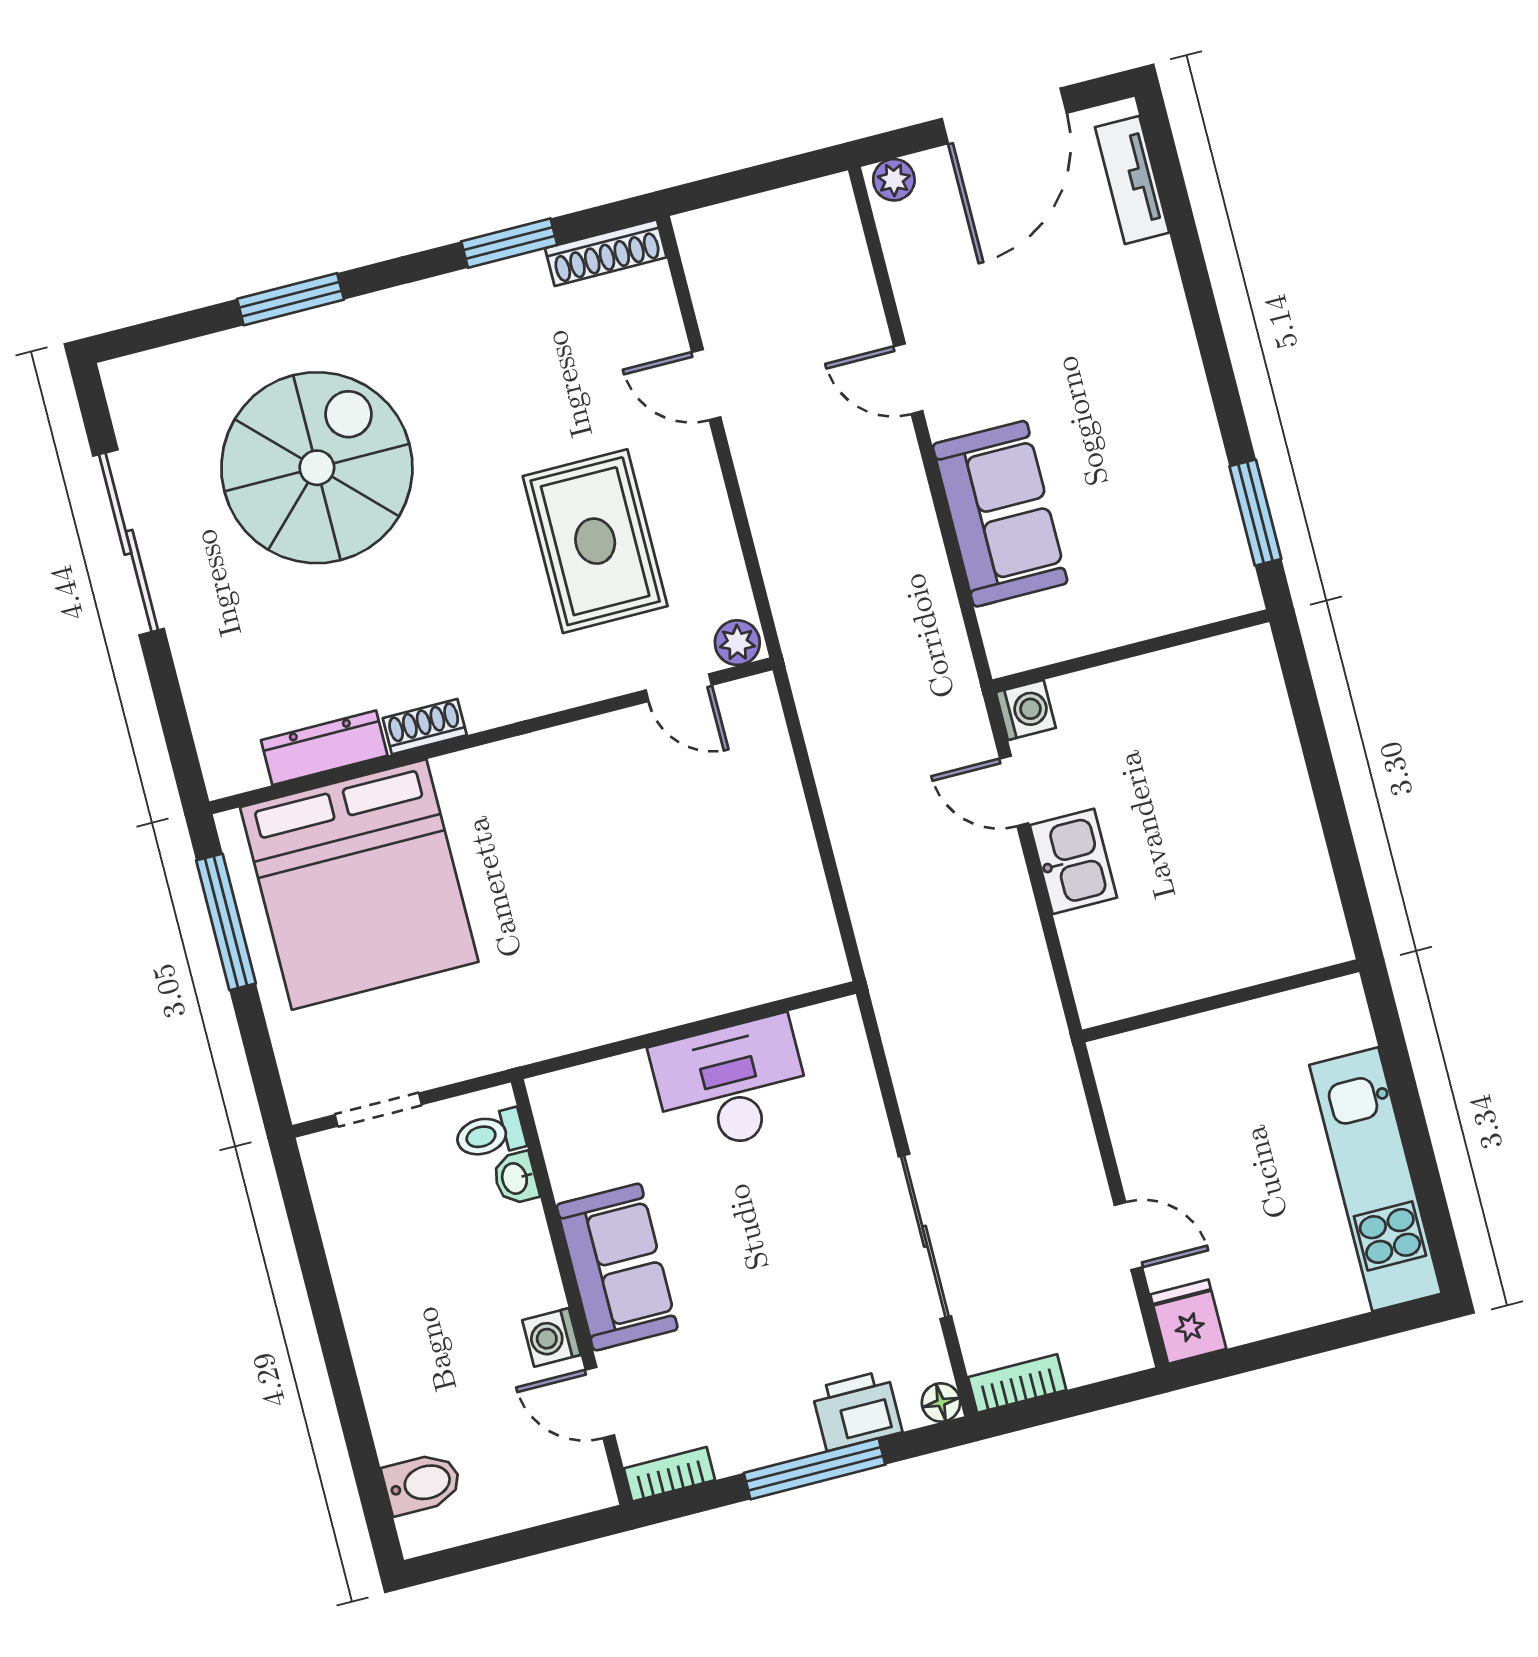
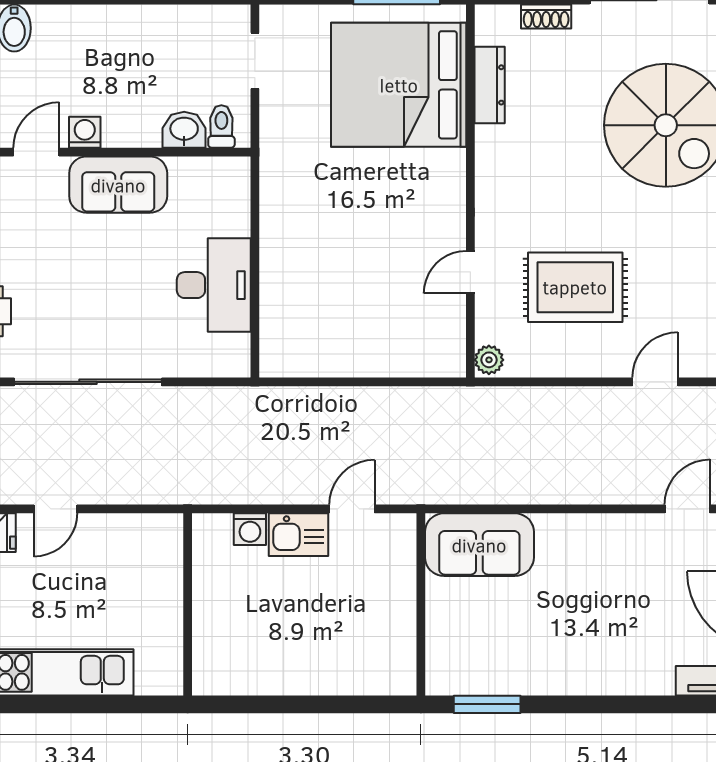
door: (908, 379) -> (687, 509), moved
sofa: (1000, 514) -> (479, 545), moved
door: (679, 688) -> (470, 272), moved
washing machine: (1026, 710) -> (250, 529), moved
shoe rack: (425, 727) -> (546, 17), moved, turned 90
washbasin: (516, 1178) -> (184, 130), width x1.38, depth x1.45
sliding door: (925, 1236) -> (88, 382), width x1.36

